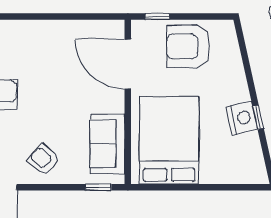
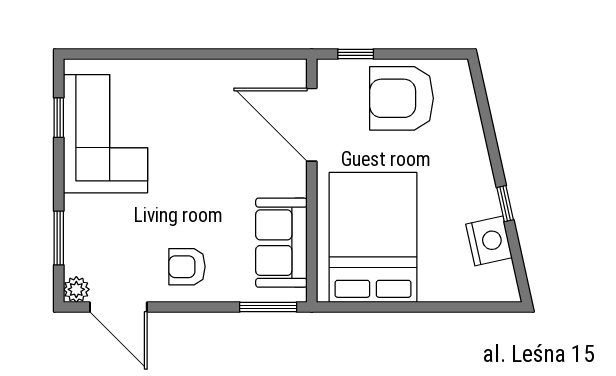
nightstand: (242, 118) -> (489, 241), moved
armchair: (44, 160) -> (187, 267), turned -41
window: (98, 187) -> (268, 307), width x1.50

